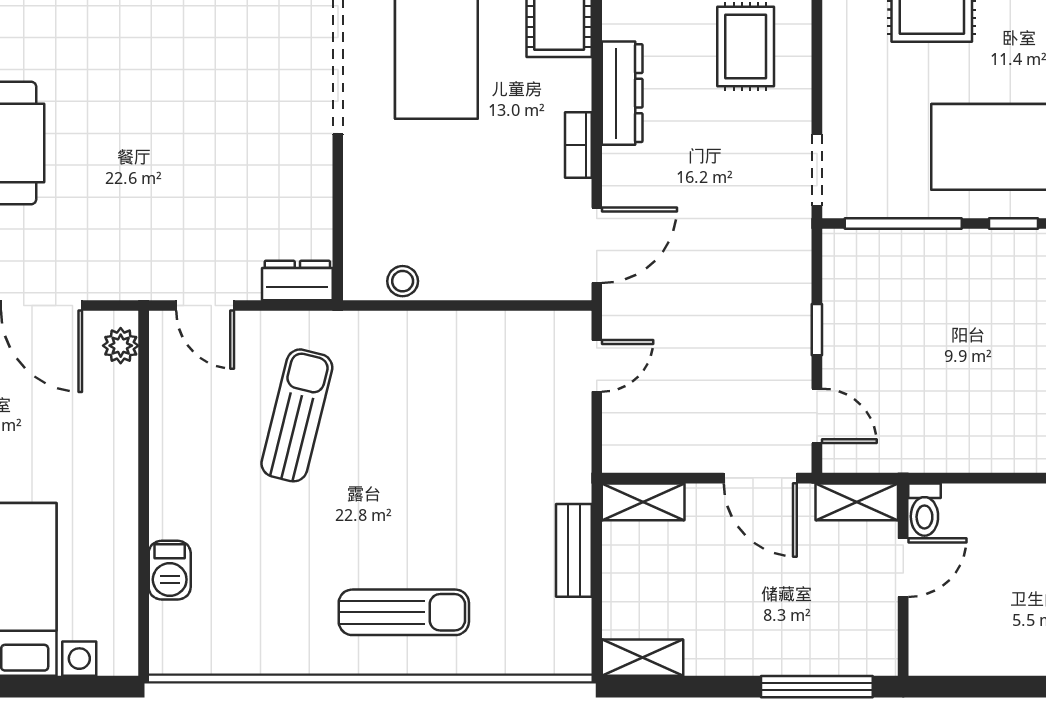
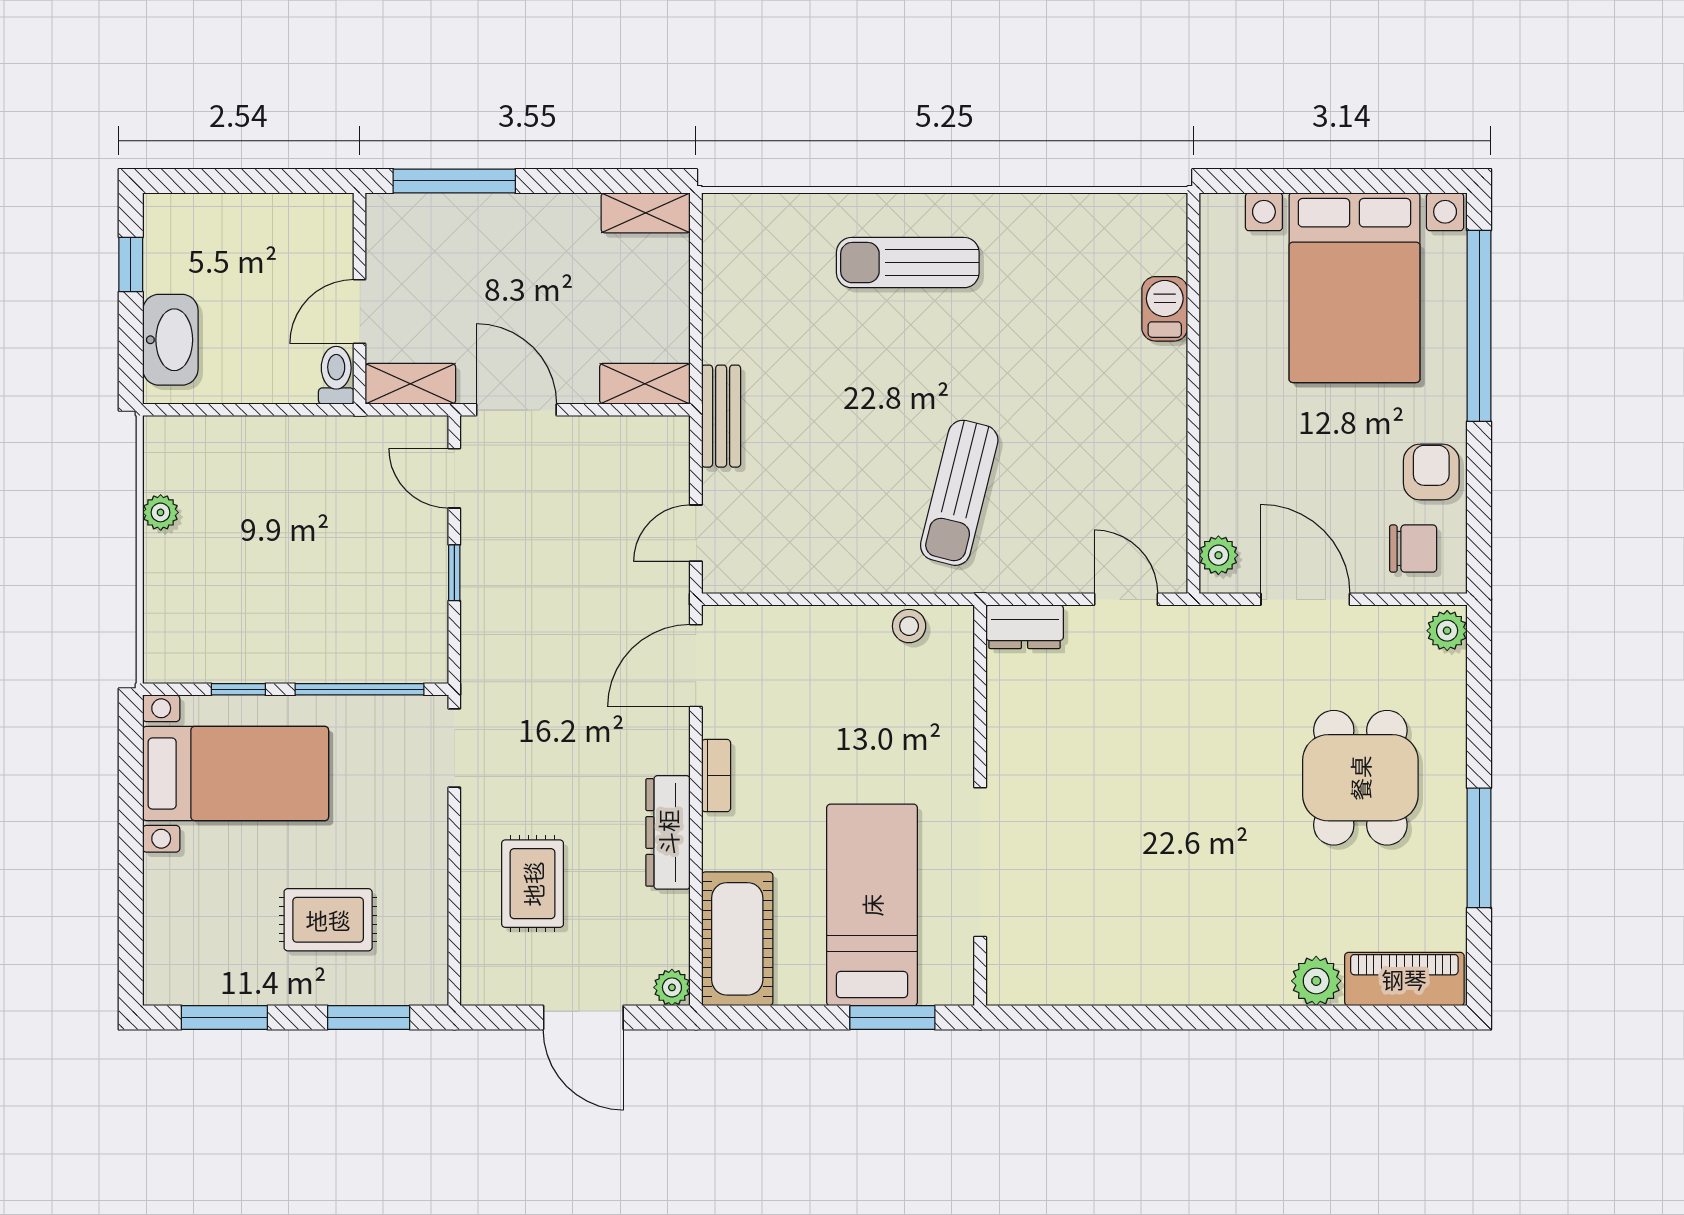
sun lounger: (297, 415) -> (959, 493), moved
bench: (574, 550) -> (721, 416), moved

